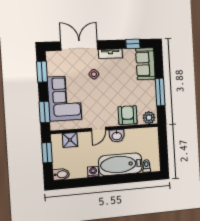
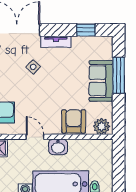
sofa: (145, 64) -> (101, 81), moved
window: (160, 92) -> (119, 75), moved
door: (98, 129) -> (35, 137), swing flipped

